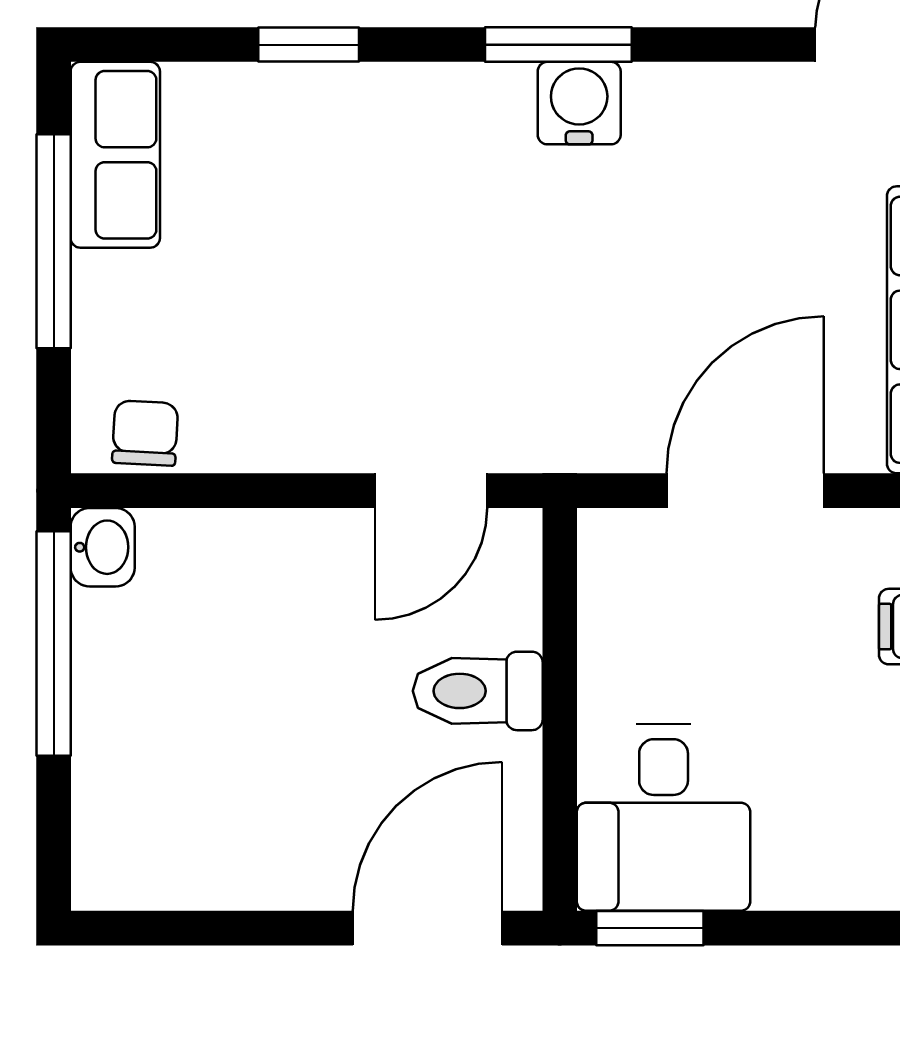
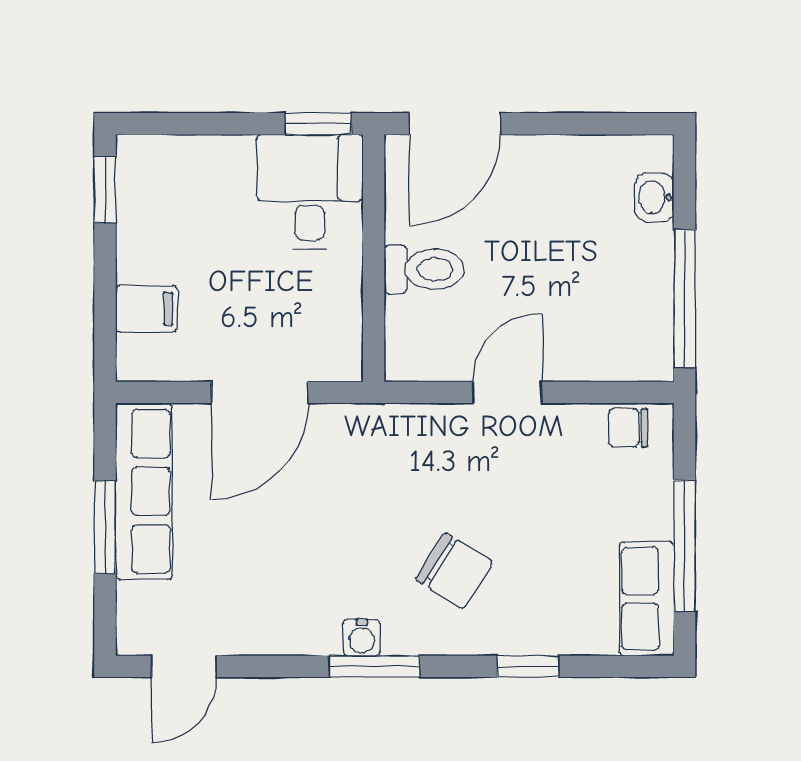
water cooler: (579, 103) -> (362, 637), width x0.72, depth x0.72
chair: (428, 200) -> (454, 571), added
chair: (145, 433) -> (628, 428), turned 87
door: (431, 491) -> (507, 392), moved
washbasin: (103, 547) -> (654, 197), moved

